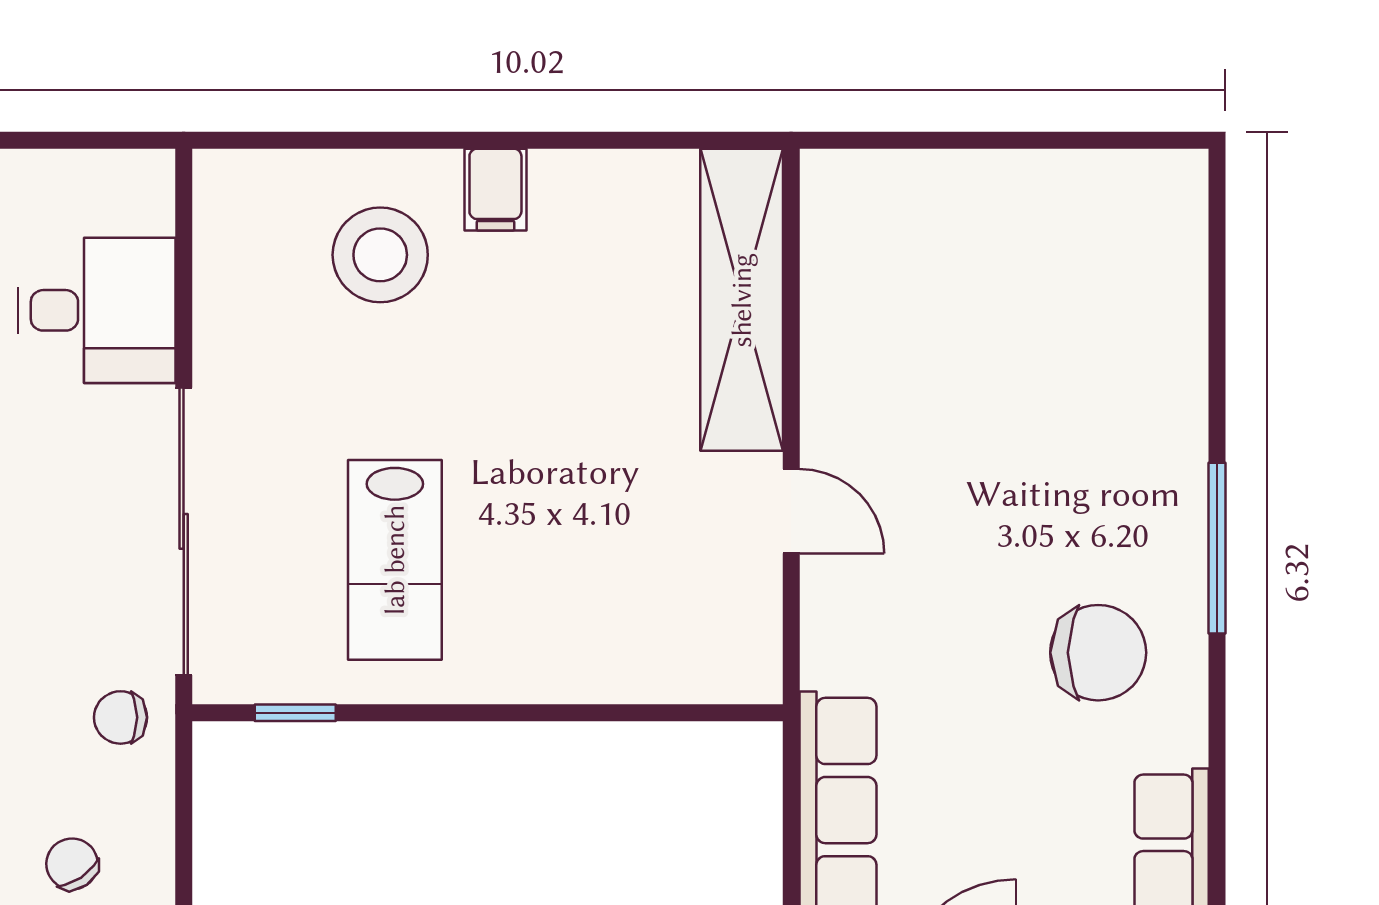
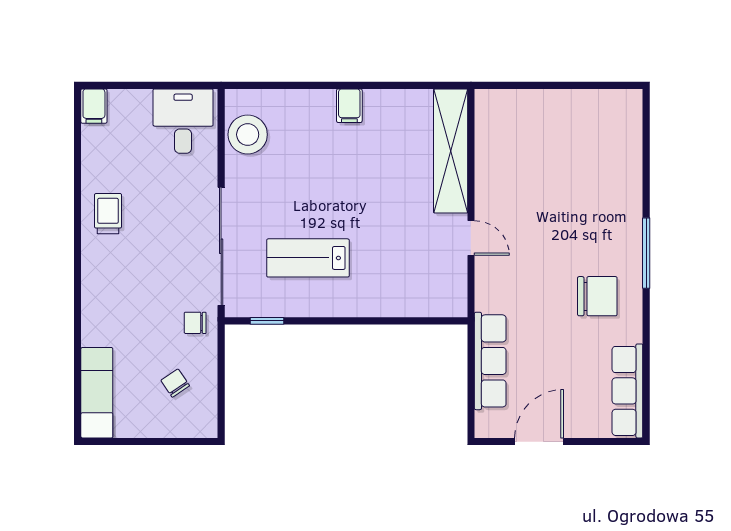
stool: (380, 255) -> (248, 135), moved
desk: (97, 310) -> (183, 121), moved, turned -90
lab bench: (395, 560) -> (308, 258), turned 90

